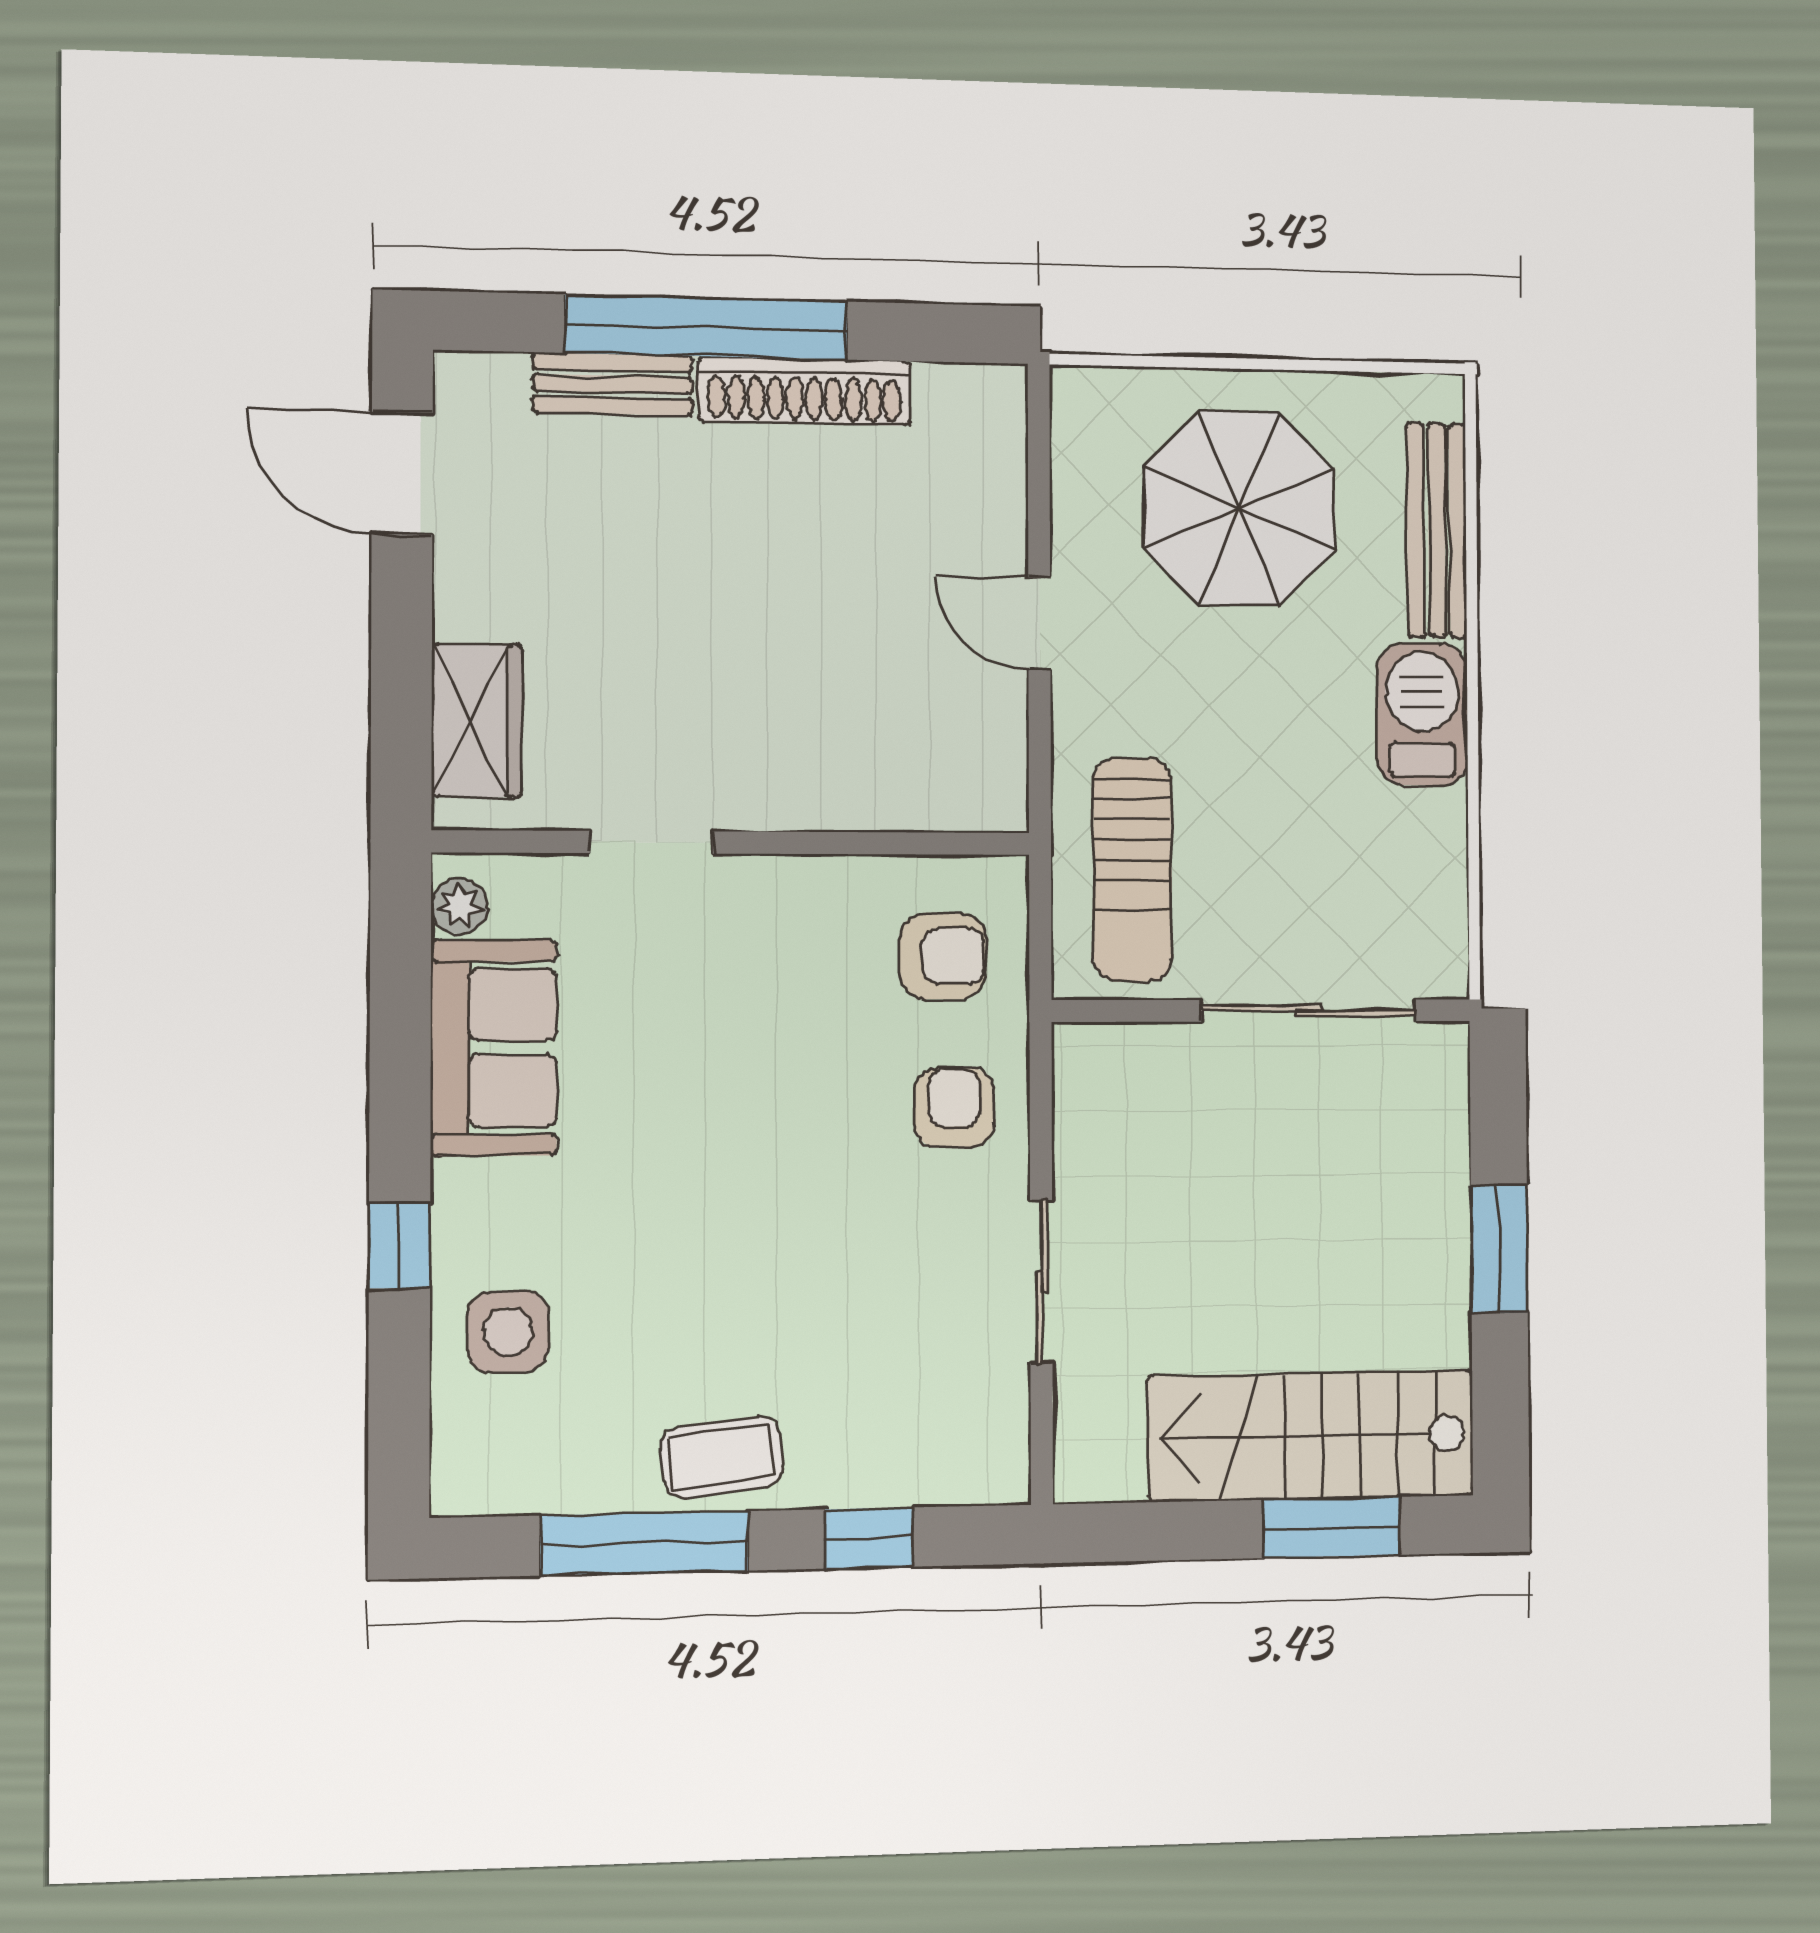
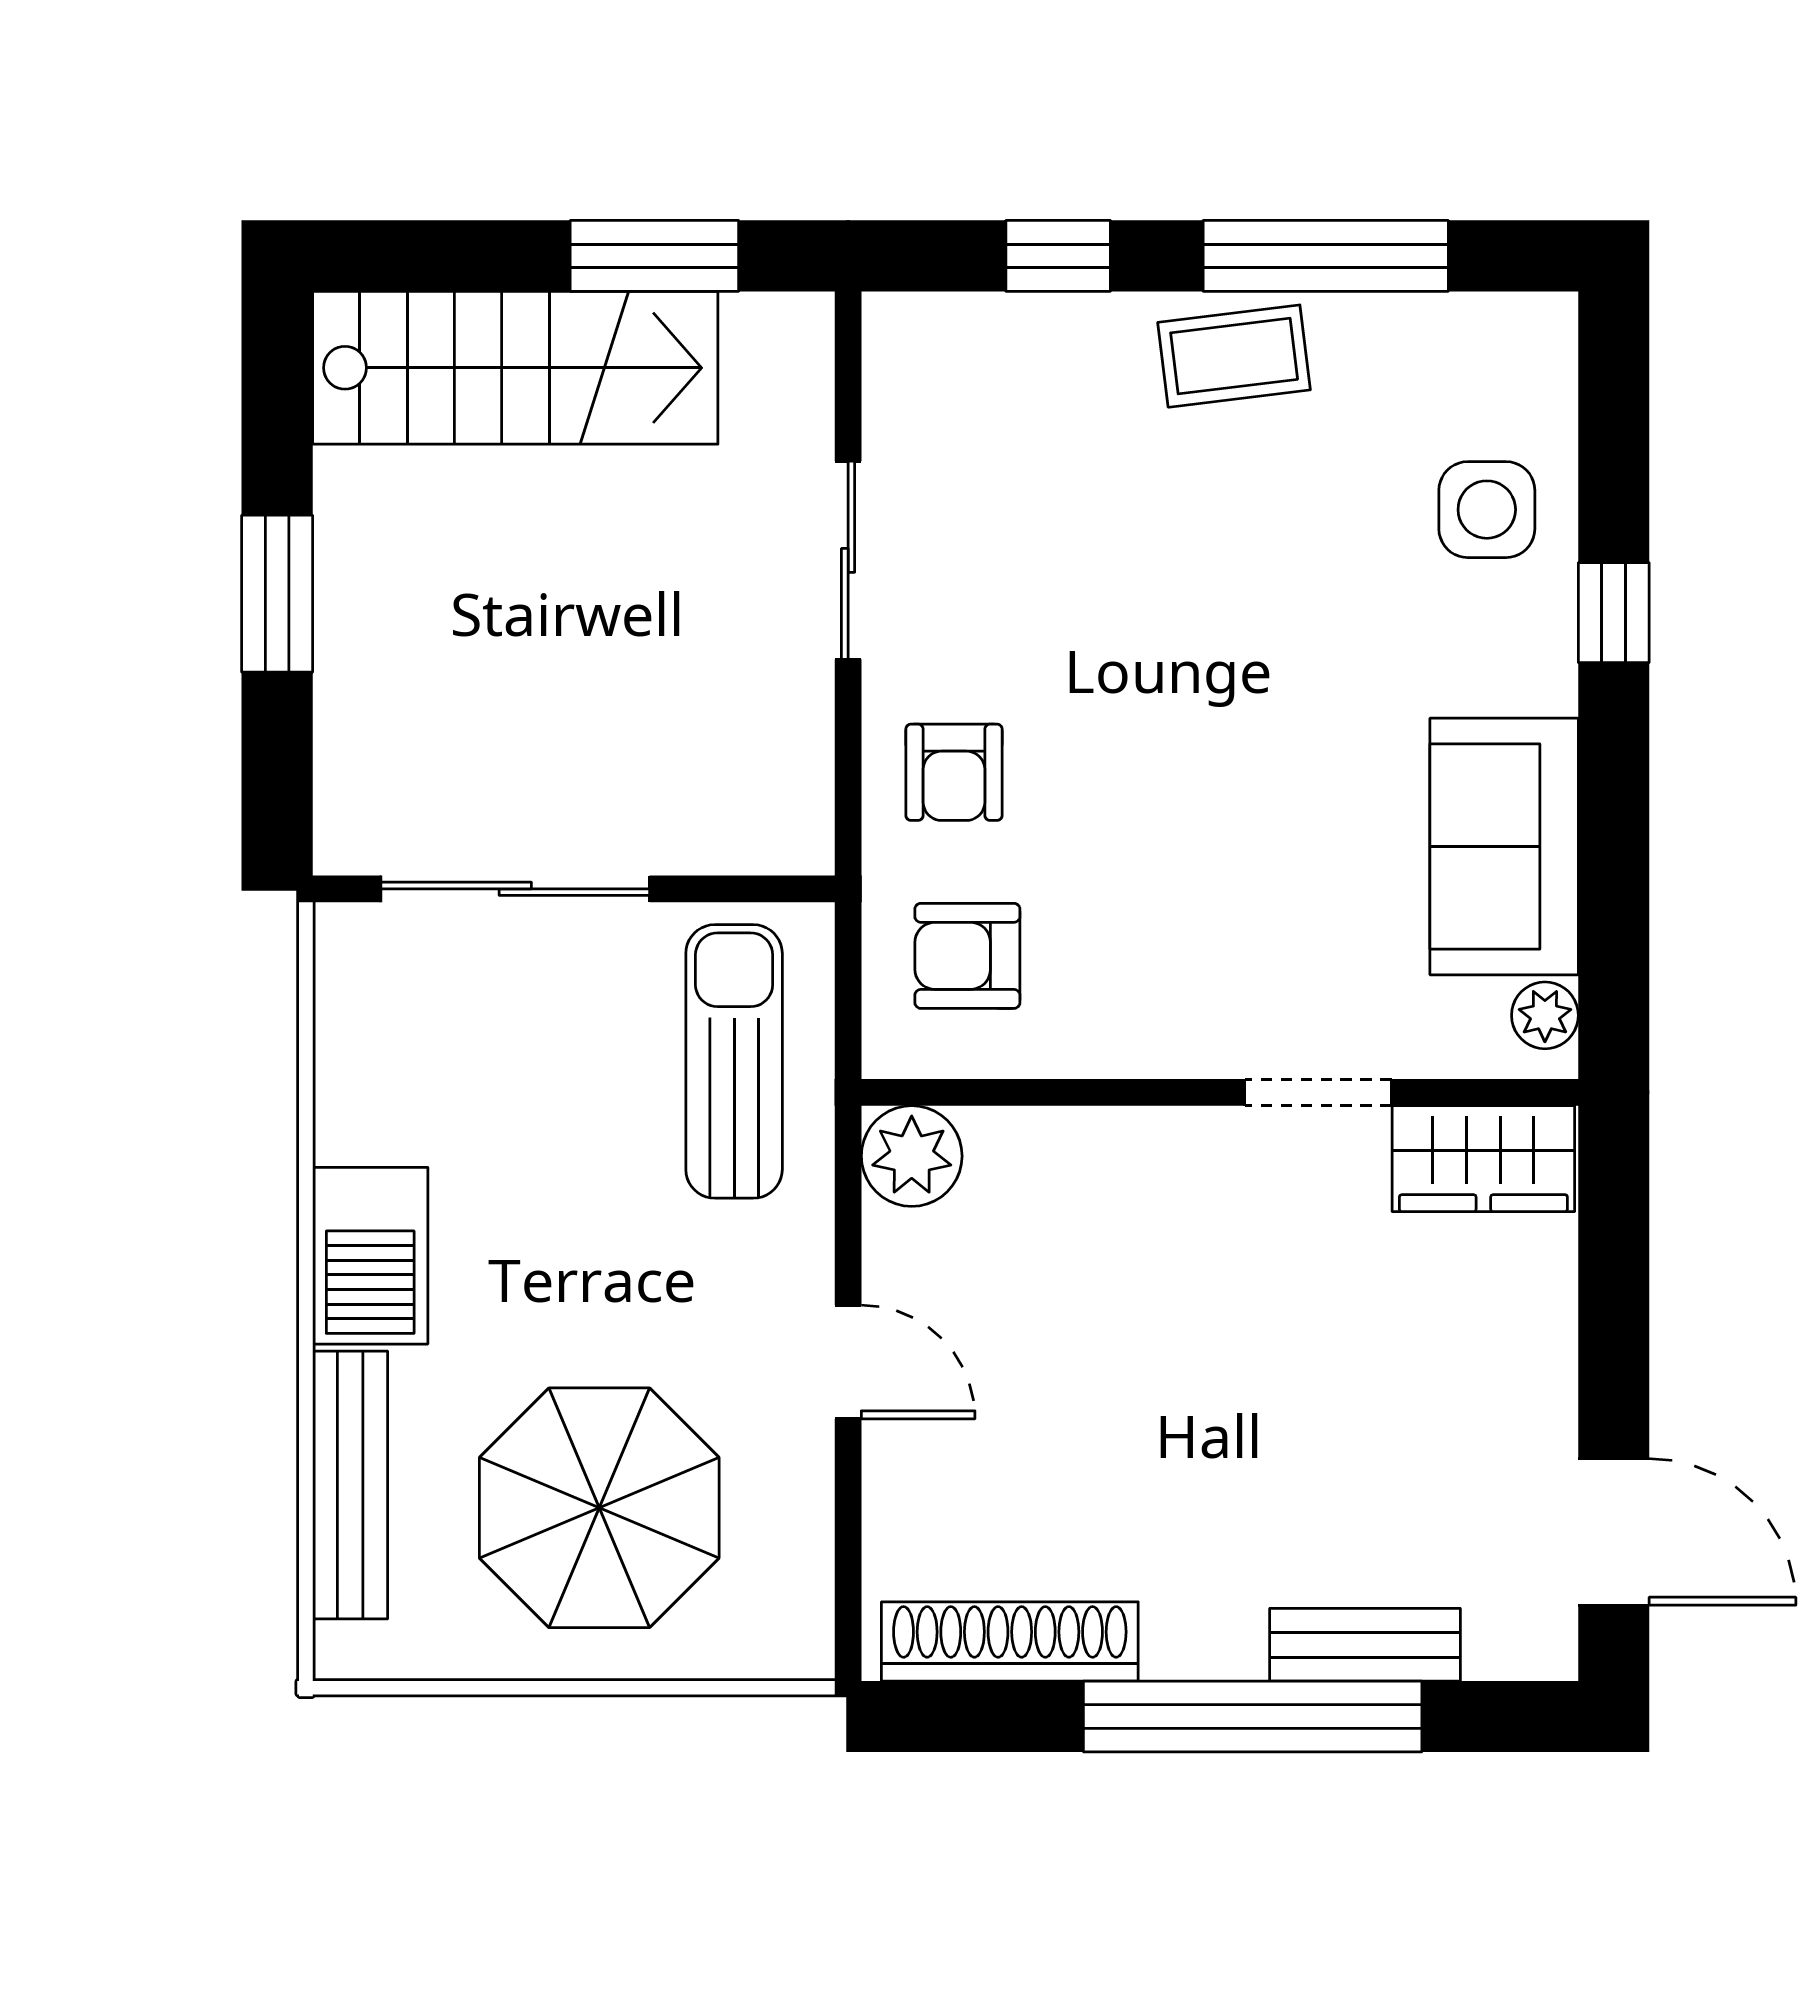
shoe rack: (805, 391) -> (1010, 1641), moved
wardrobe: (477, 721) -> (1483, 1159), moved, turned -90
plant: (988, 792) -> (912, 1156), added
window: (1331, 1527) -> (654, 256), moved

